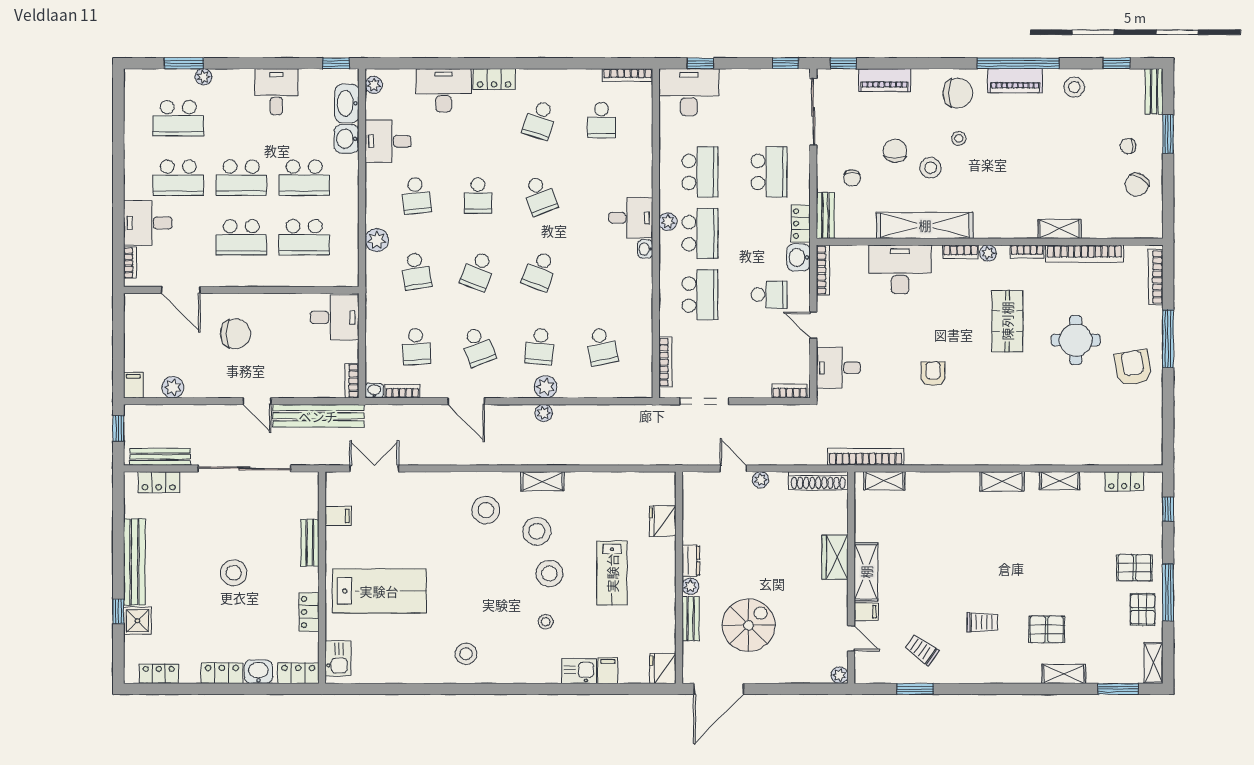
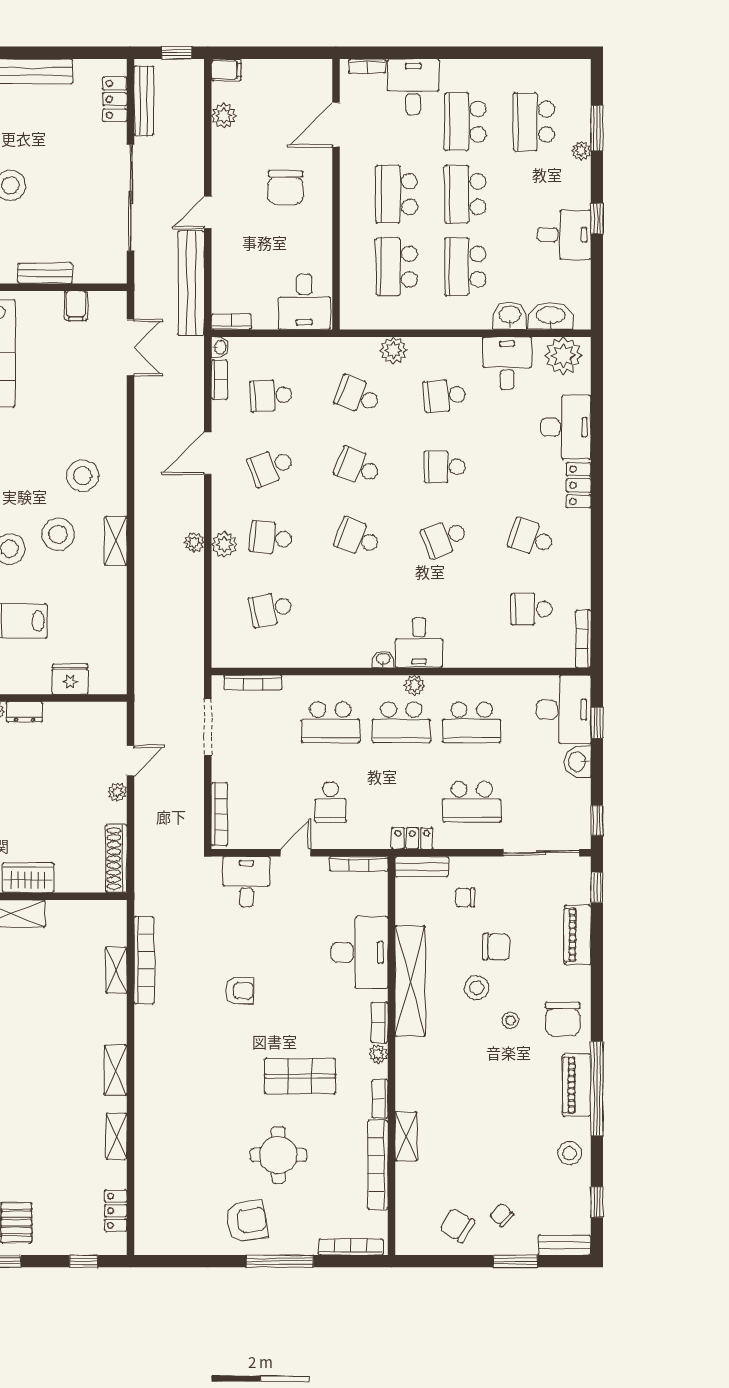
window: (336, 63) -> (597, 219), moved
plant: (374, 85) -> (563, 355), width x1.88, depth x1.88
chair: (1128, 146) -> (501, 1215), turned -47
washbasin: (799, 258) -> (578, 762), moved, turned -90
school desk: (416, 271) -> (358, 396), turned 30
bookcase: (790, 391) -> (220, 814), width x1.56
bookcase: (866, 457) -> (144, 960), moved
shelving: (884, 481) -> (116, 970), moved

